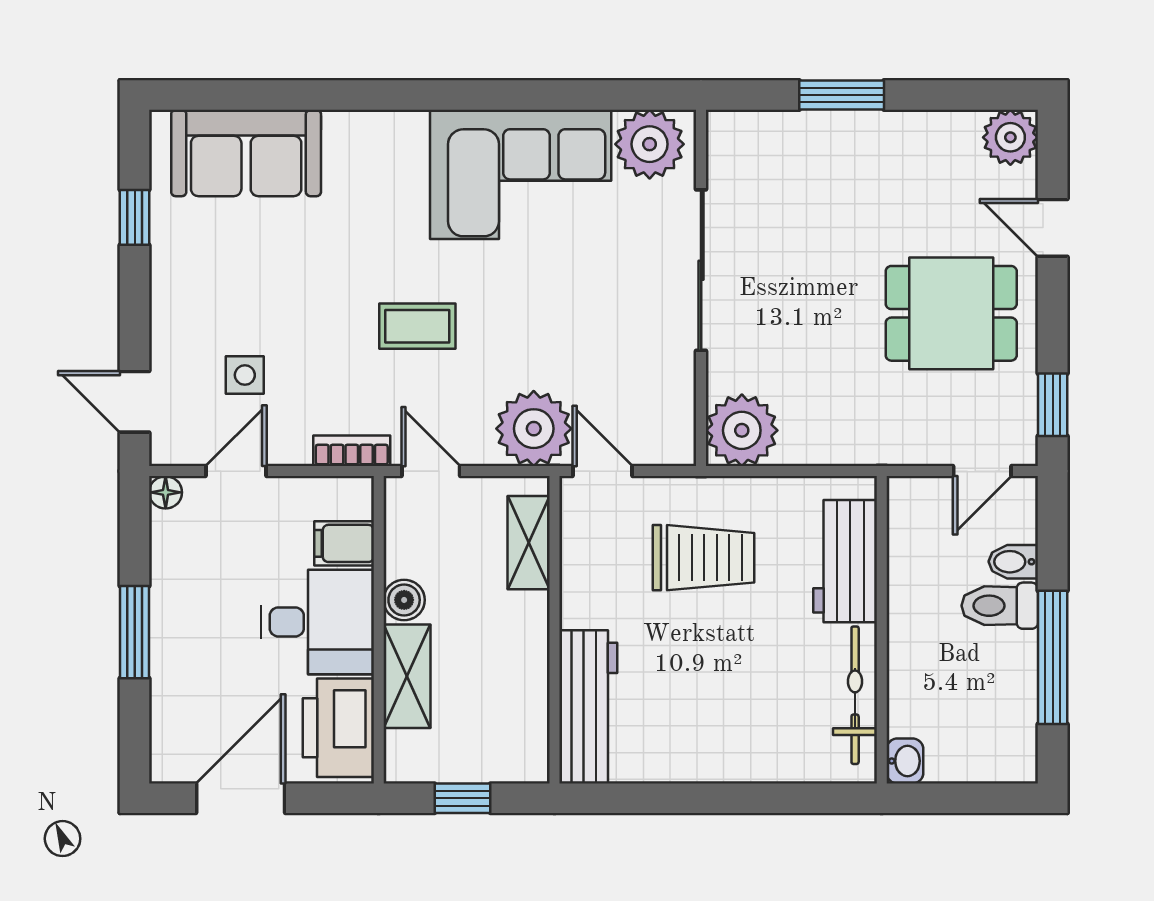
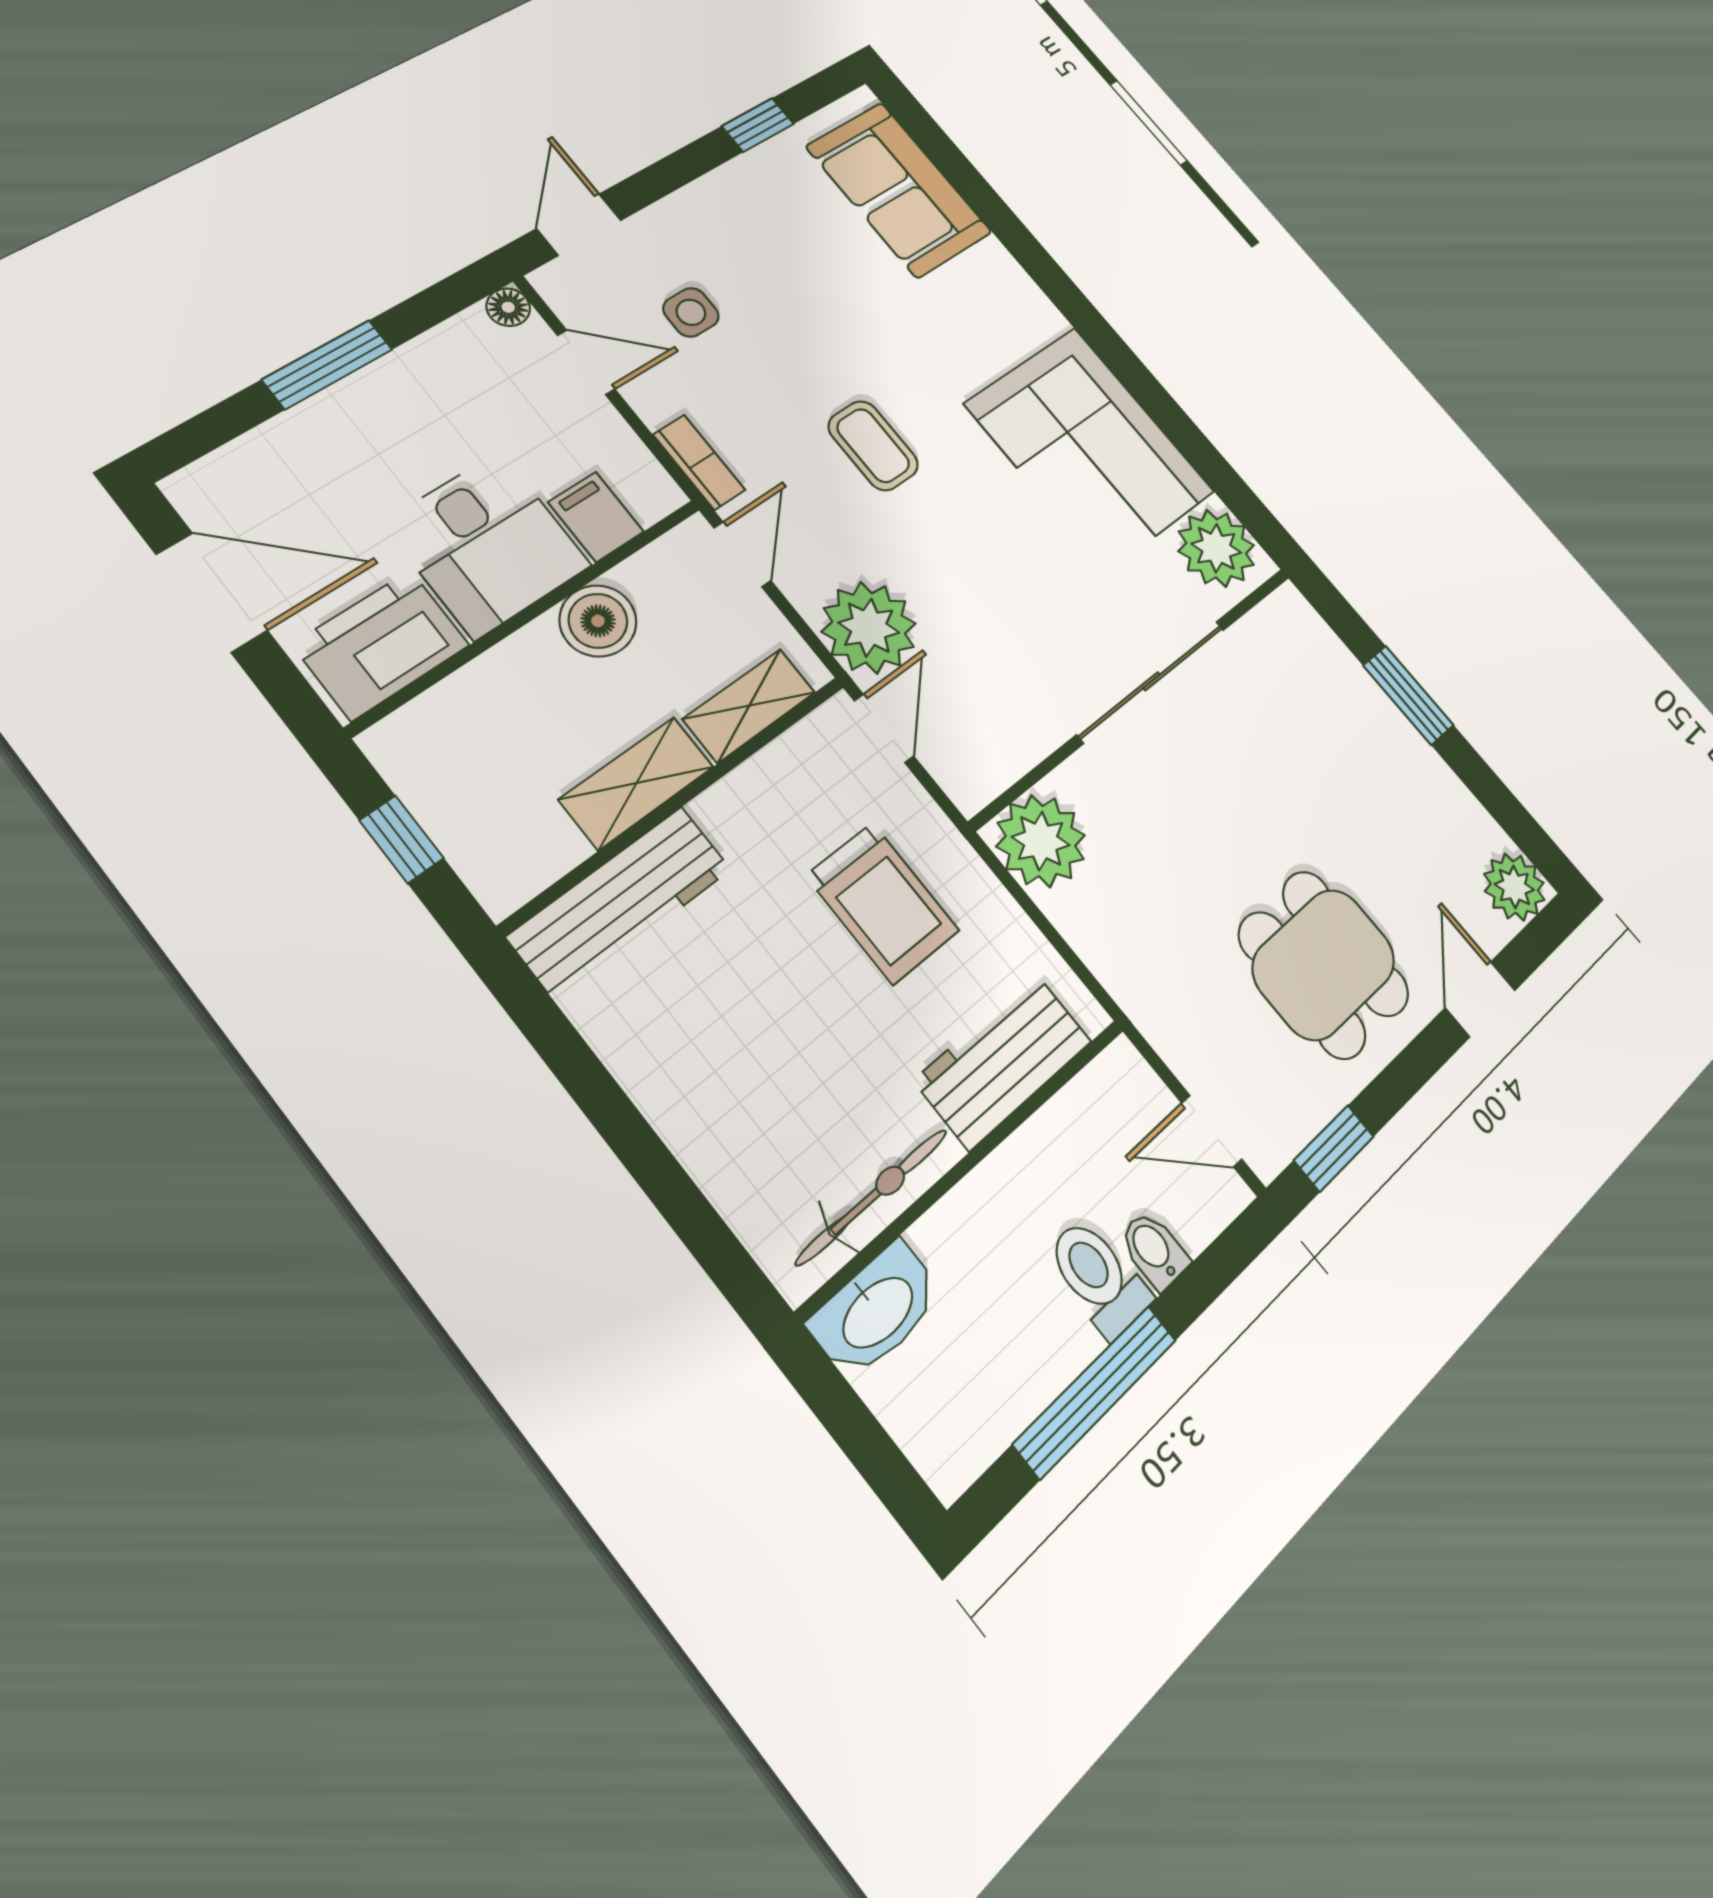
boiler: (404, 600) -> (598, 621), width x1.36, depth x1.36
shelving: (407, 676) -> (637, 783), moved
washbasin: (905, 761) -> (876, 1311), width x1.91, depth x1.45

